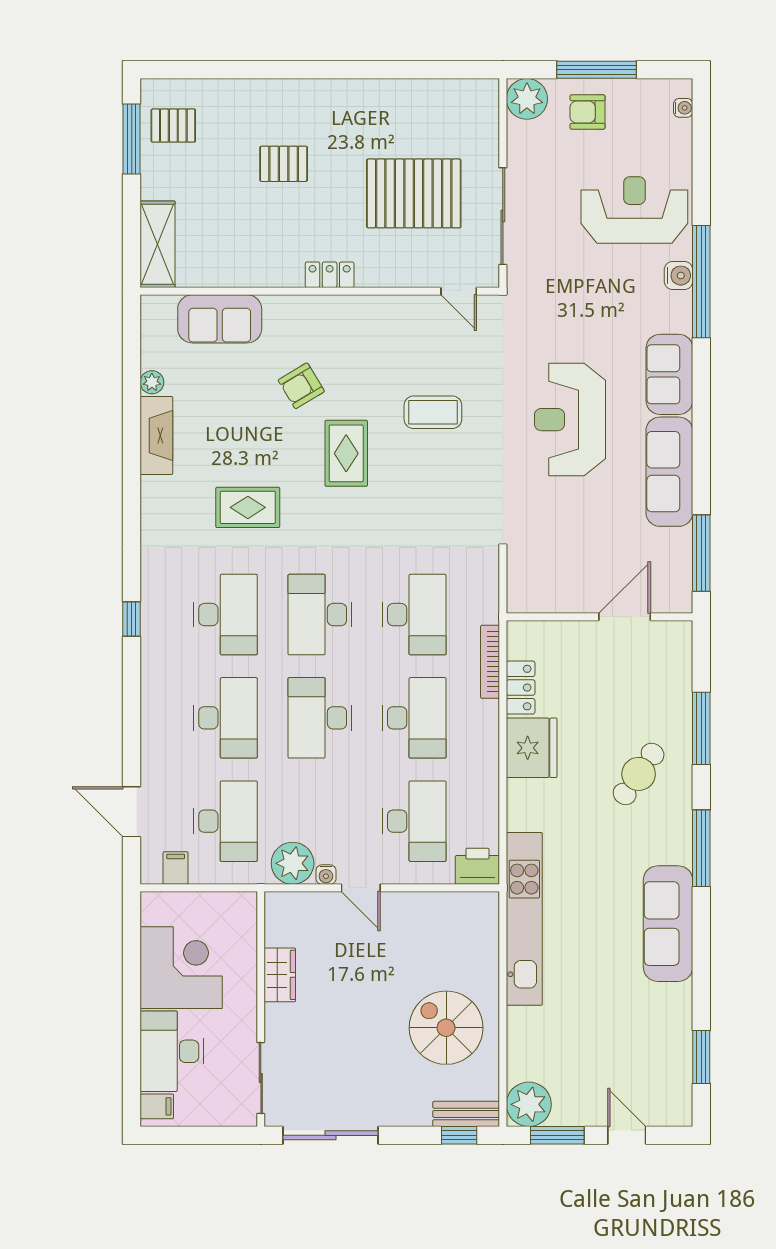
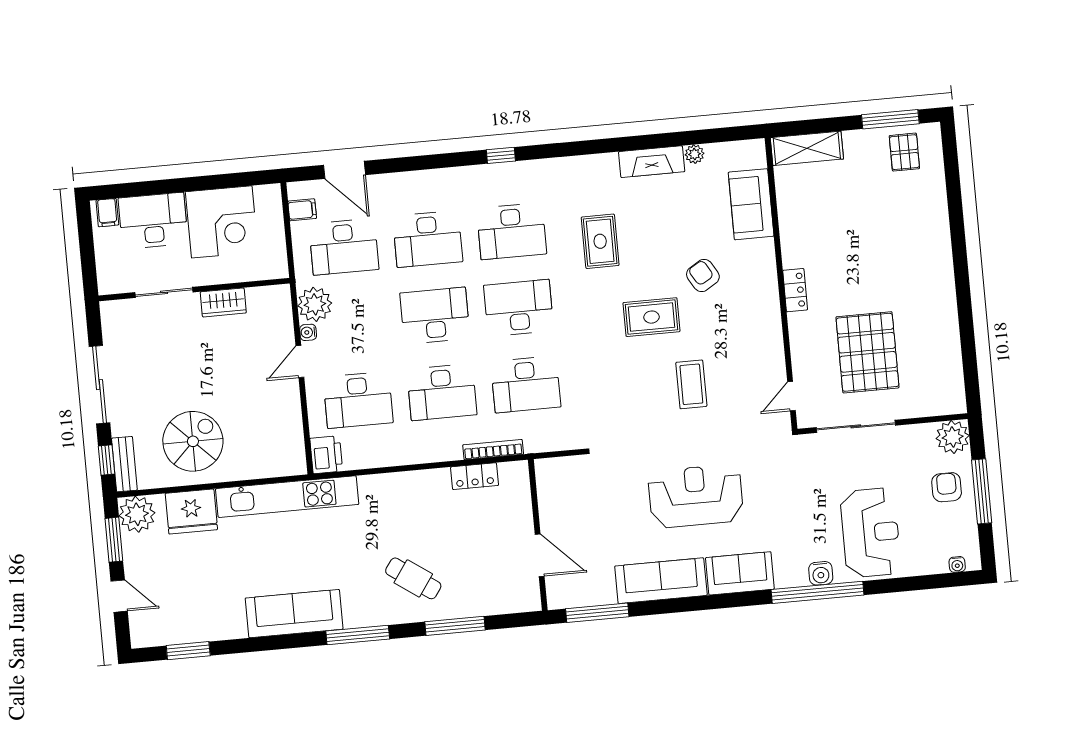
pallet: (284, 164) -> (882, 244), removed
fridge: (532, 748) -> (191, 512), moved
door: (132, 812) -> (345, 170), swing flipped
sliding door: (261, 1078) -> (164, 292), moved
sliding door: (331, 1135) -> (100, 385), moved
door: (627, 1135) -> (119, 596), hinge flipped

